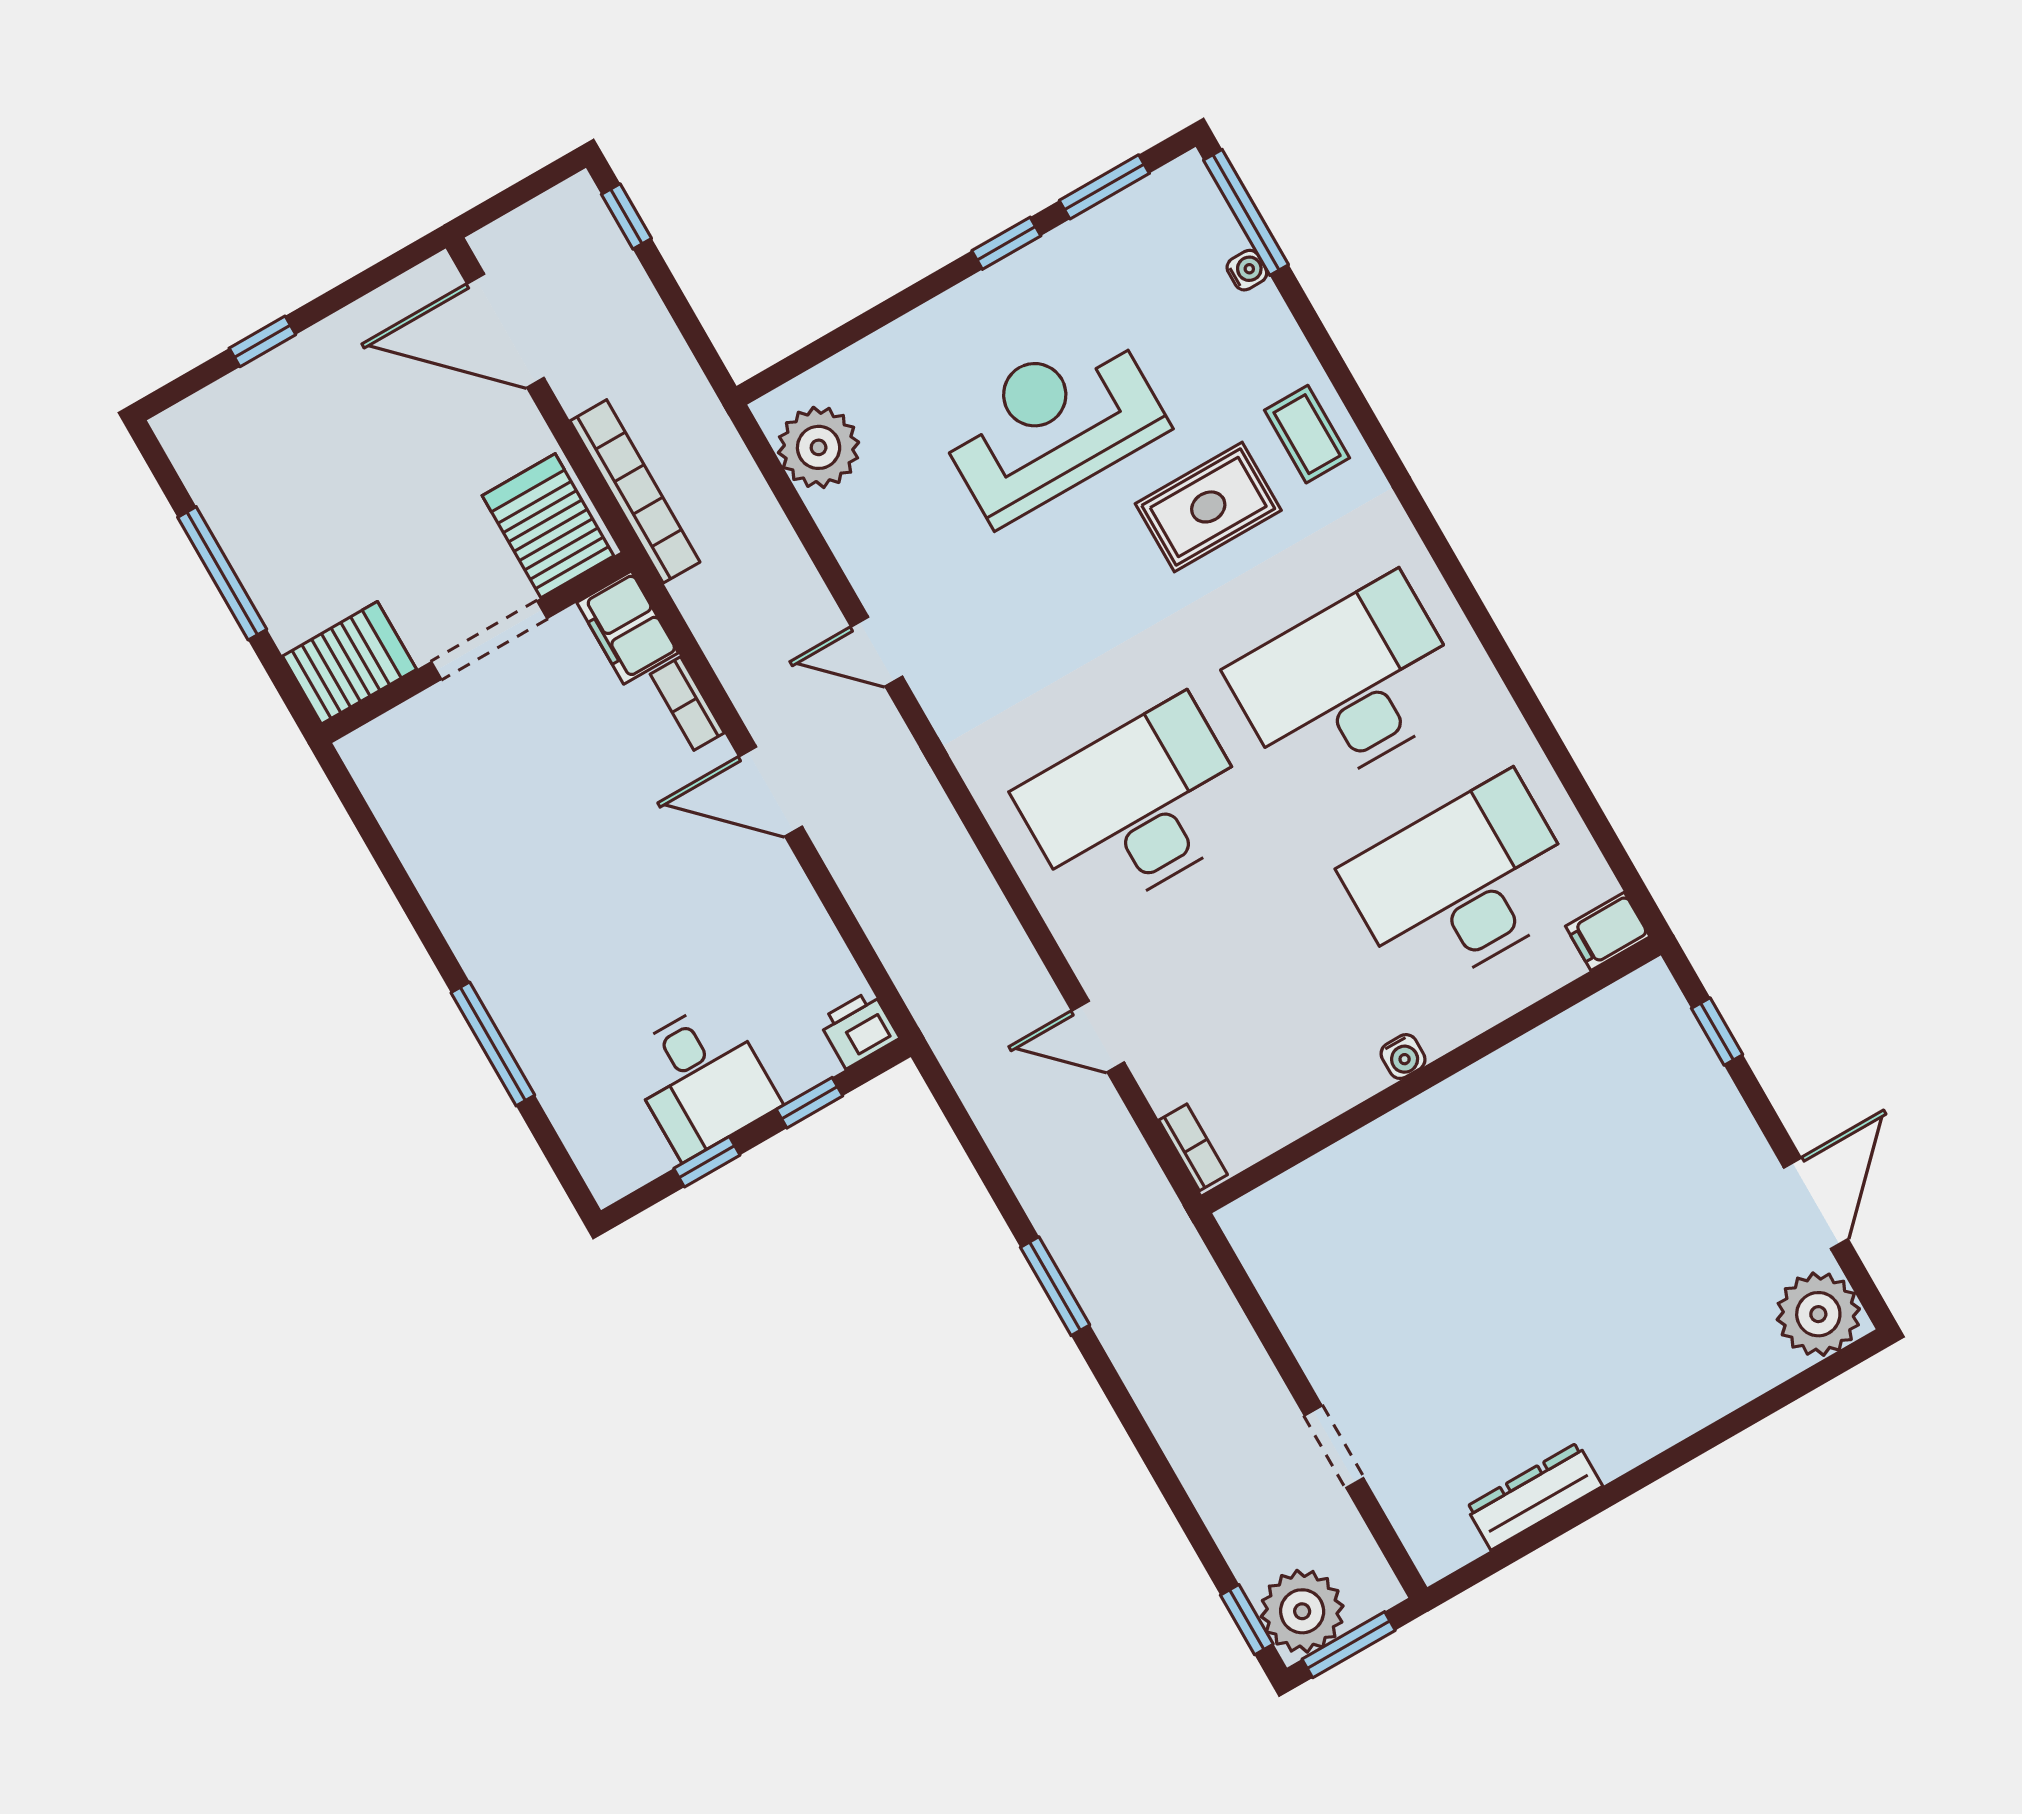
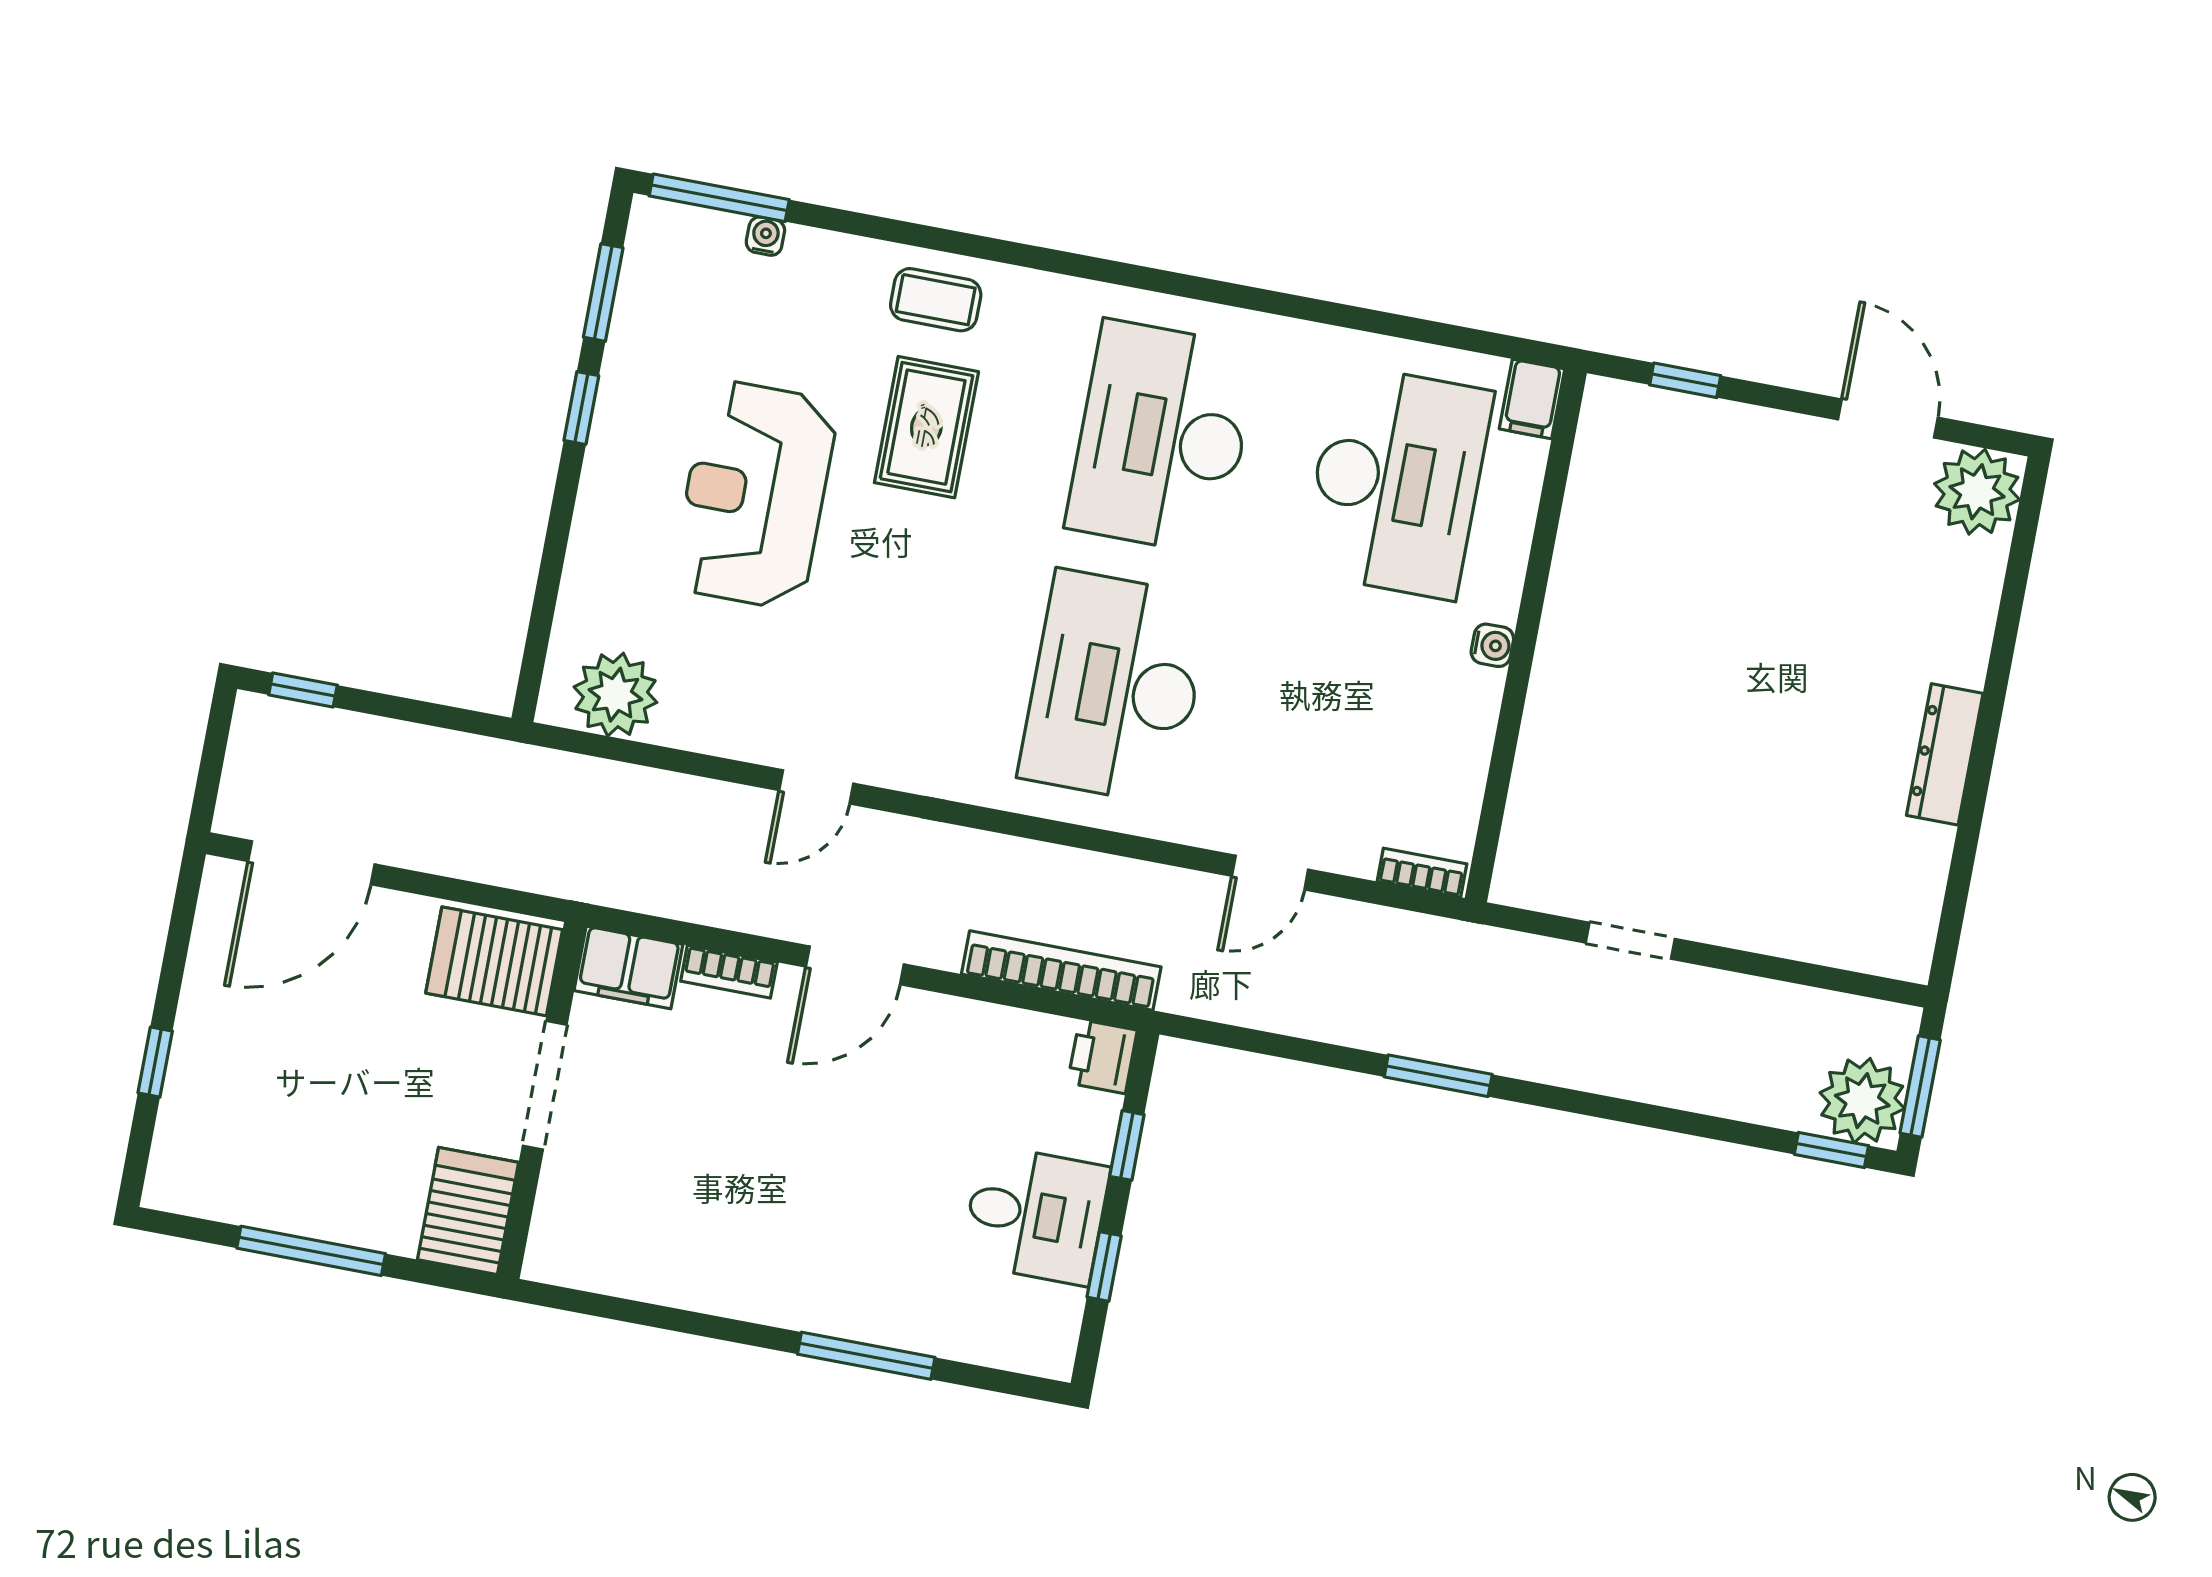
bookcase: (635, 491) -> (1061, 971), moved
desk: (1463, 884) -> (1397, 482), turned 180
doorway: (1334, 1447) -> (1630, 941), moved
dresser: (1534, 1496) -> (1945, 754), moved

